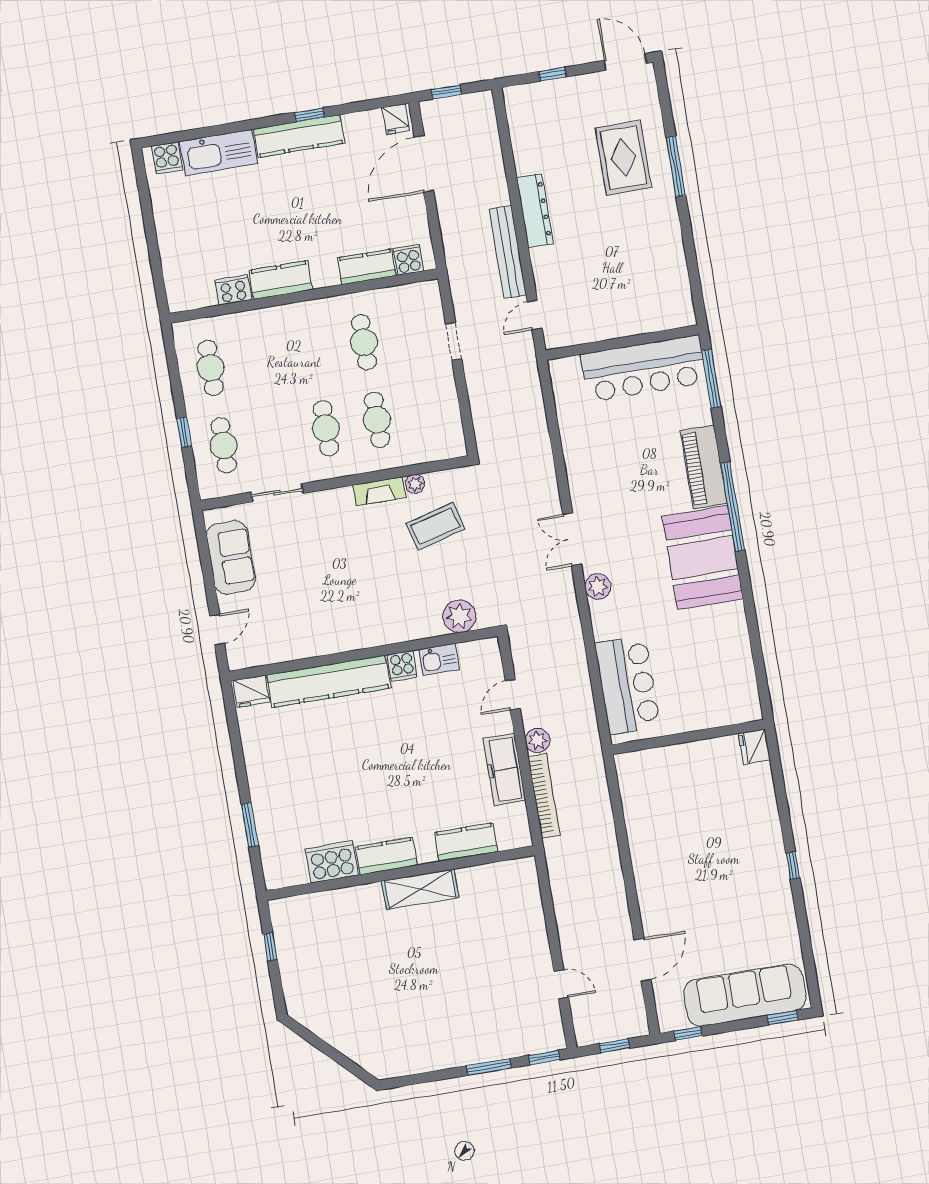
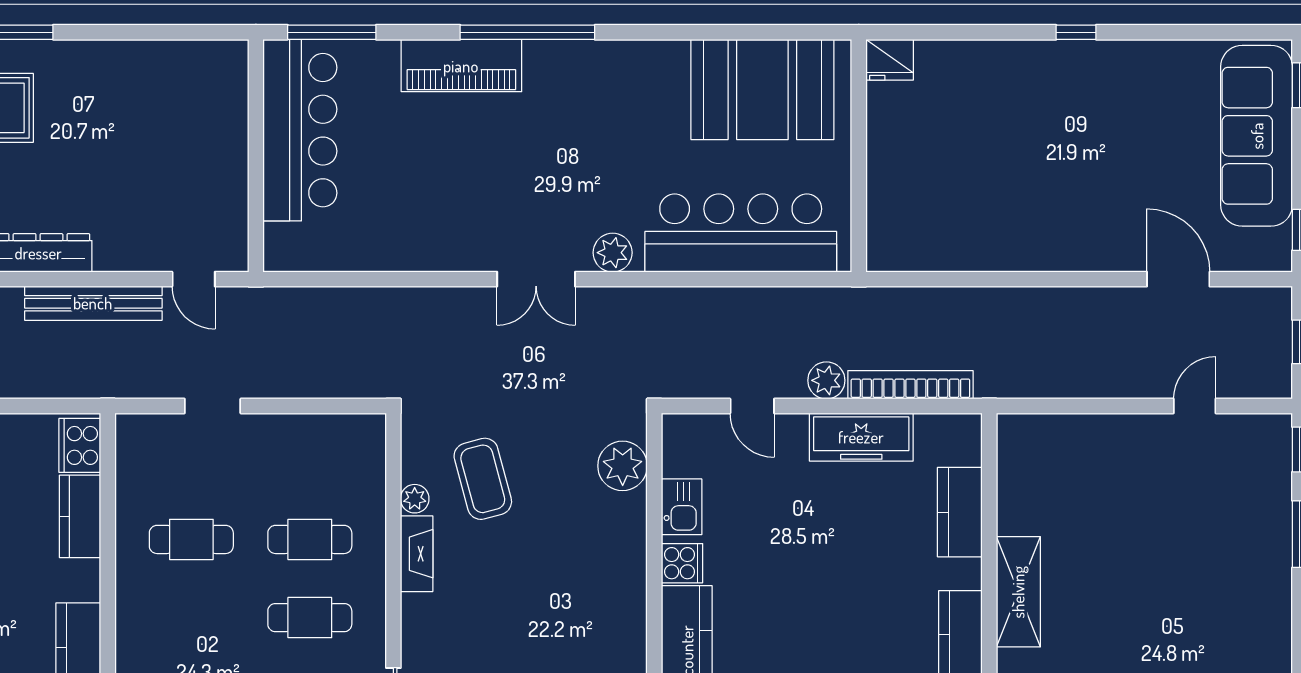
cooker: (409, 260) -> (80, 445), width x1.36
booth: (703, 558) -> (762, 89), moved
bar counter: (627, 685) -> (741, 233), width x1.36

